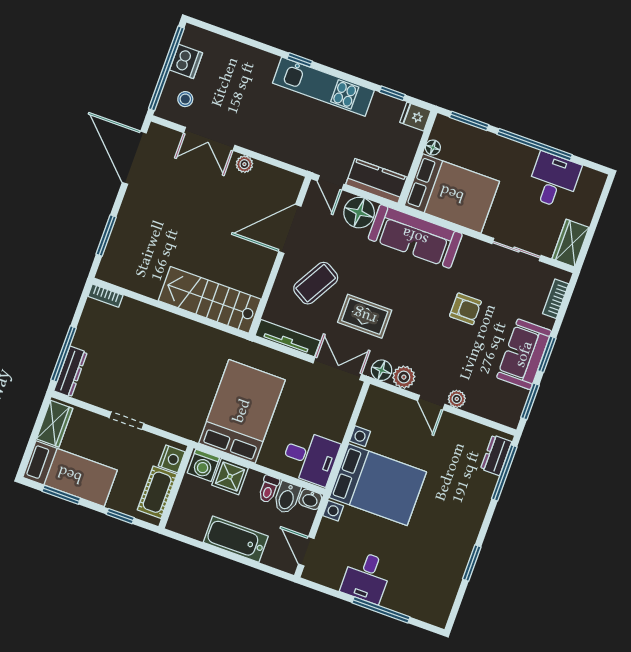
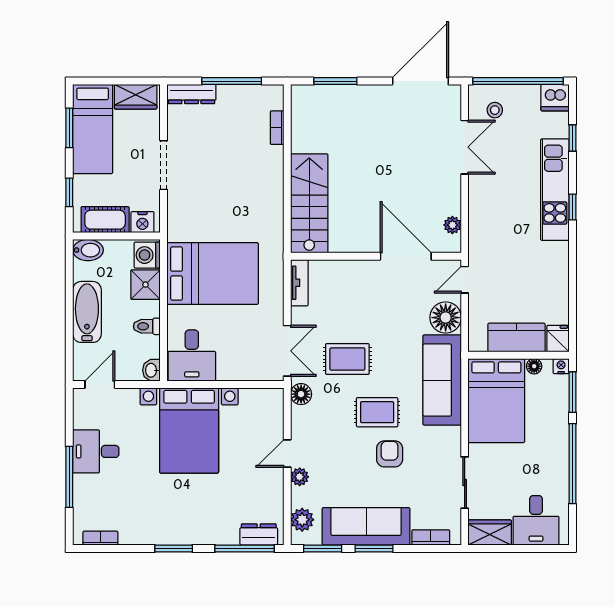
dishwasher: (186, 61) -> (555, 98), moved
kitchen unit: (323, 87) -> (555, 190), moved
window: (392, 93) -> (572, 138), moved
nightstand: (442, 123) -> (561, 366), added
double door: (209, 139) -> (465, 147), swing flipped
plant: (244, 164) -> (452, 225), moved
desk: (554, 180) -> (536, 520), moved, turned 90
kitchen counter: (376, 181) -> (517, 338), moved, turned -90
coffee table: (316, 283) -> (362, 300), removed
bookcase: (105, 296) -> (277, 128), moved
rug: (423, 307) -> (377, 412), added
armchair: (465, 309) -> (390, 454), turned 180
rug: (365, 316) -> (347, 359), turned 90
tv unit: (288, 338) -> (299, 283), width x0.71
window: (64, 354) -> (232, 81), moved
sofa: (524, 354) -> (366, 526), width x1.36
plant: (404, 377) -> (302, 520), moved
doorway: (126, 421) -> (164, 165), width x1.38
bidet: (287, 498) -> (88, 250), moved, turned 180
window: (472, 563) -> (174, 548), moved
bookcase: (447, 601) -> (100, 538), added

